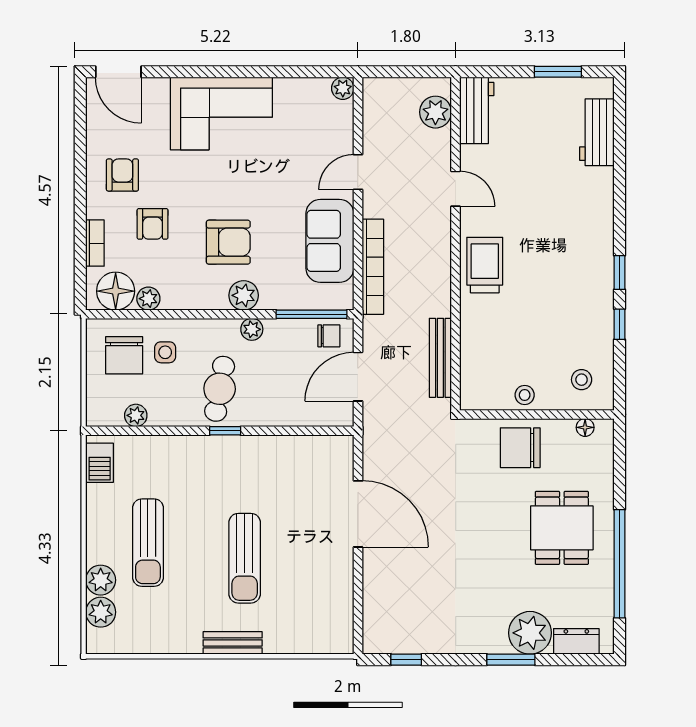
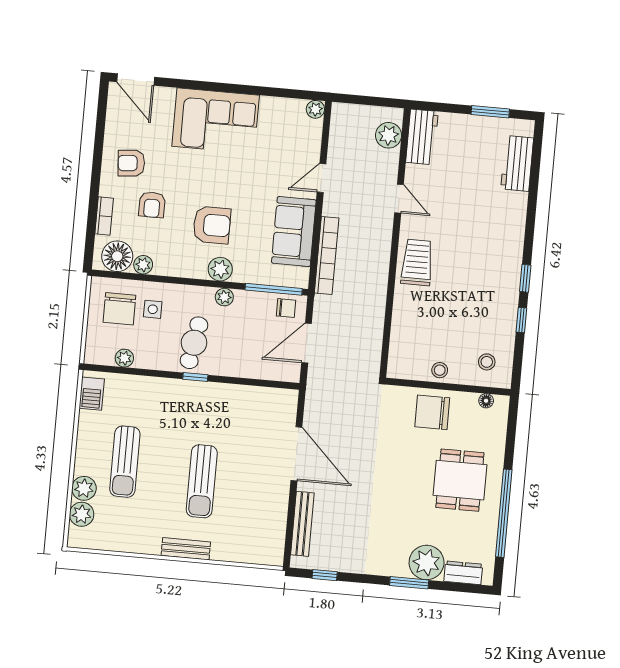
armchair: (122, 175) -> (131, 163), turned -95
bench: (440, 358) -> (302, 524), moved

